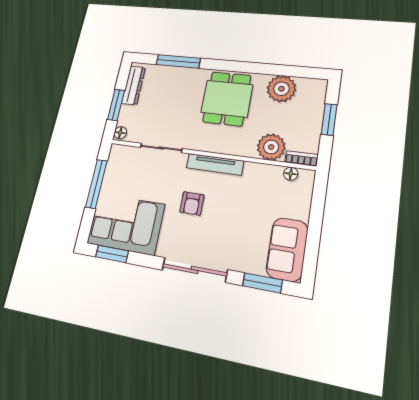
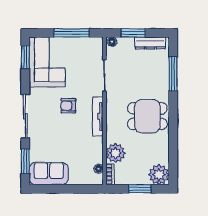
plant: (281, 89) -> (159, 175), moved

